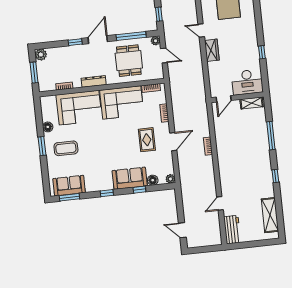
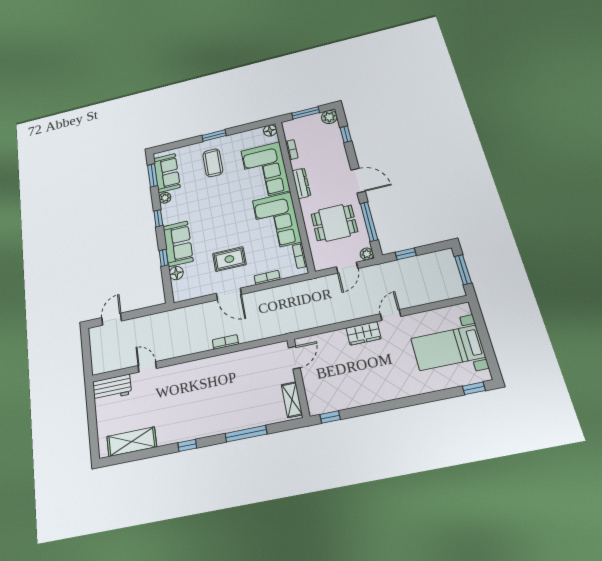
window: (75, 42) -> (346, 134), moved
window: (262, 52) -> (330, 417), moved
desk: (247, 82) -> (322, 390), removed
door: (224, 99) -> (294, 358), swing flipped
floor lamp: (48, 127) -> (270, 131), moved
plant: (170, 179) -> (165, 198), moved

